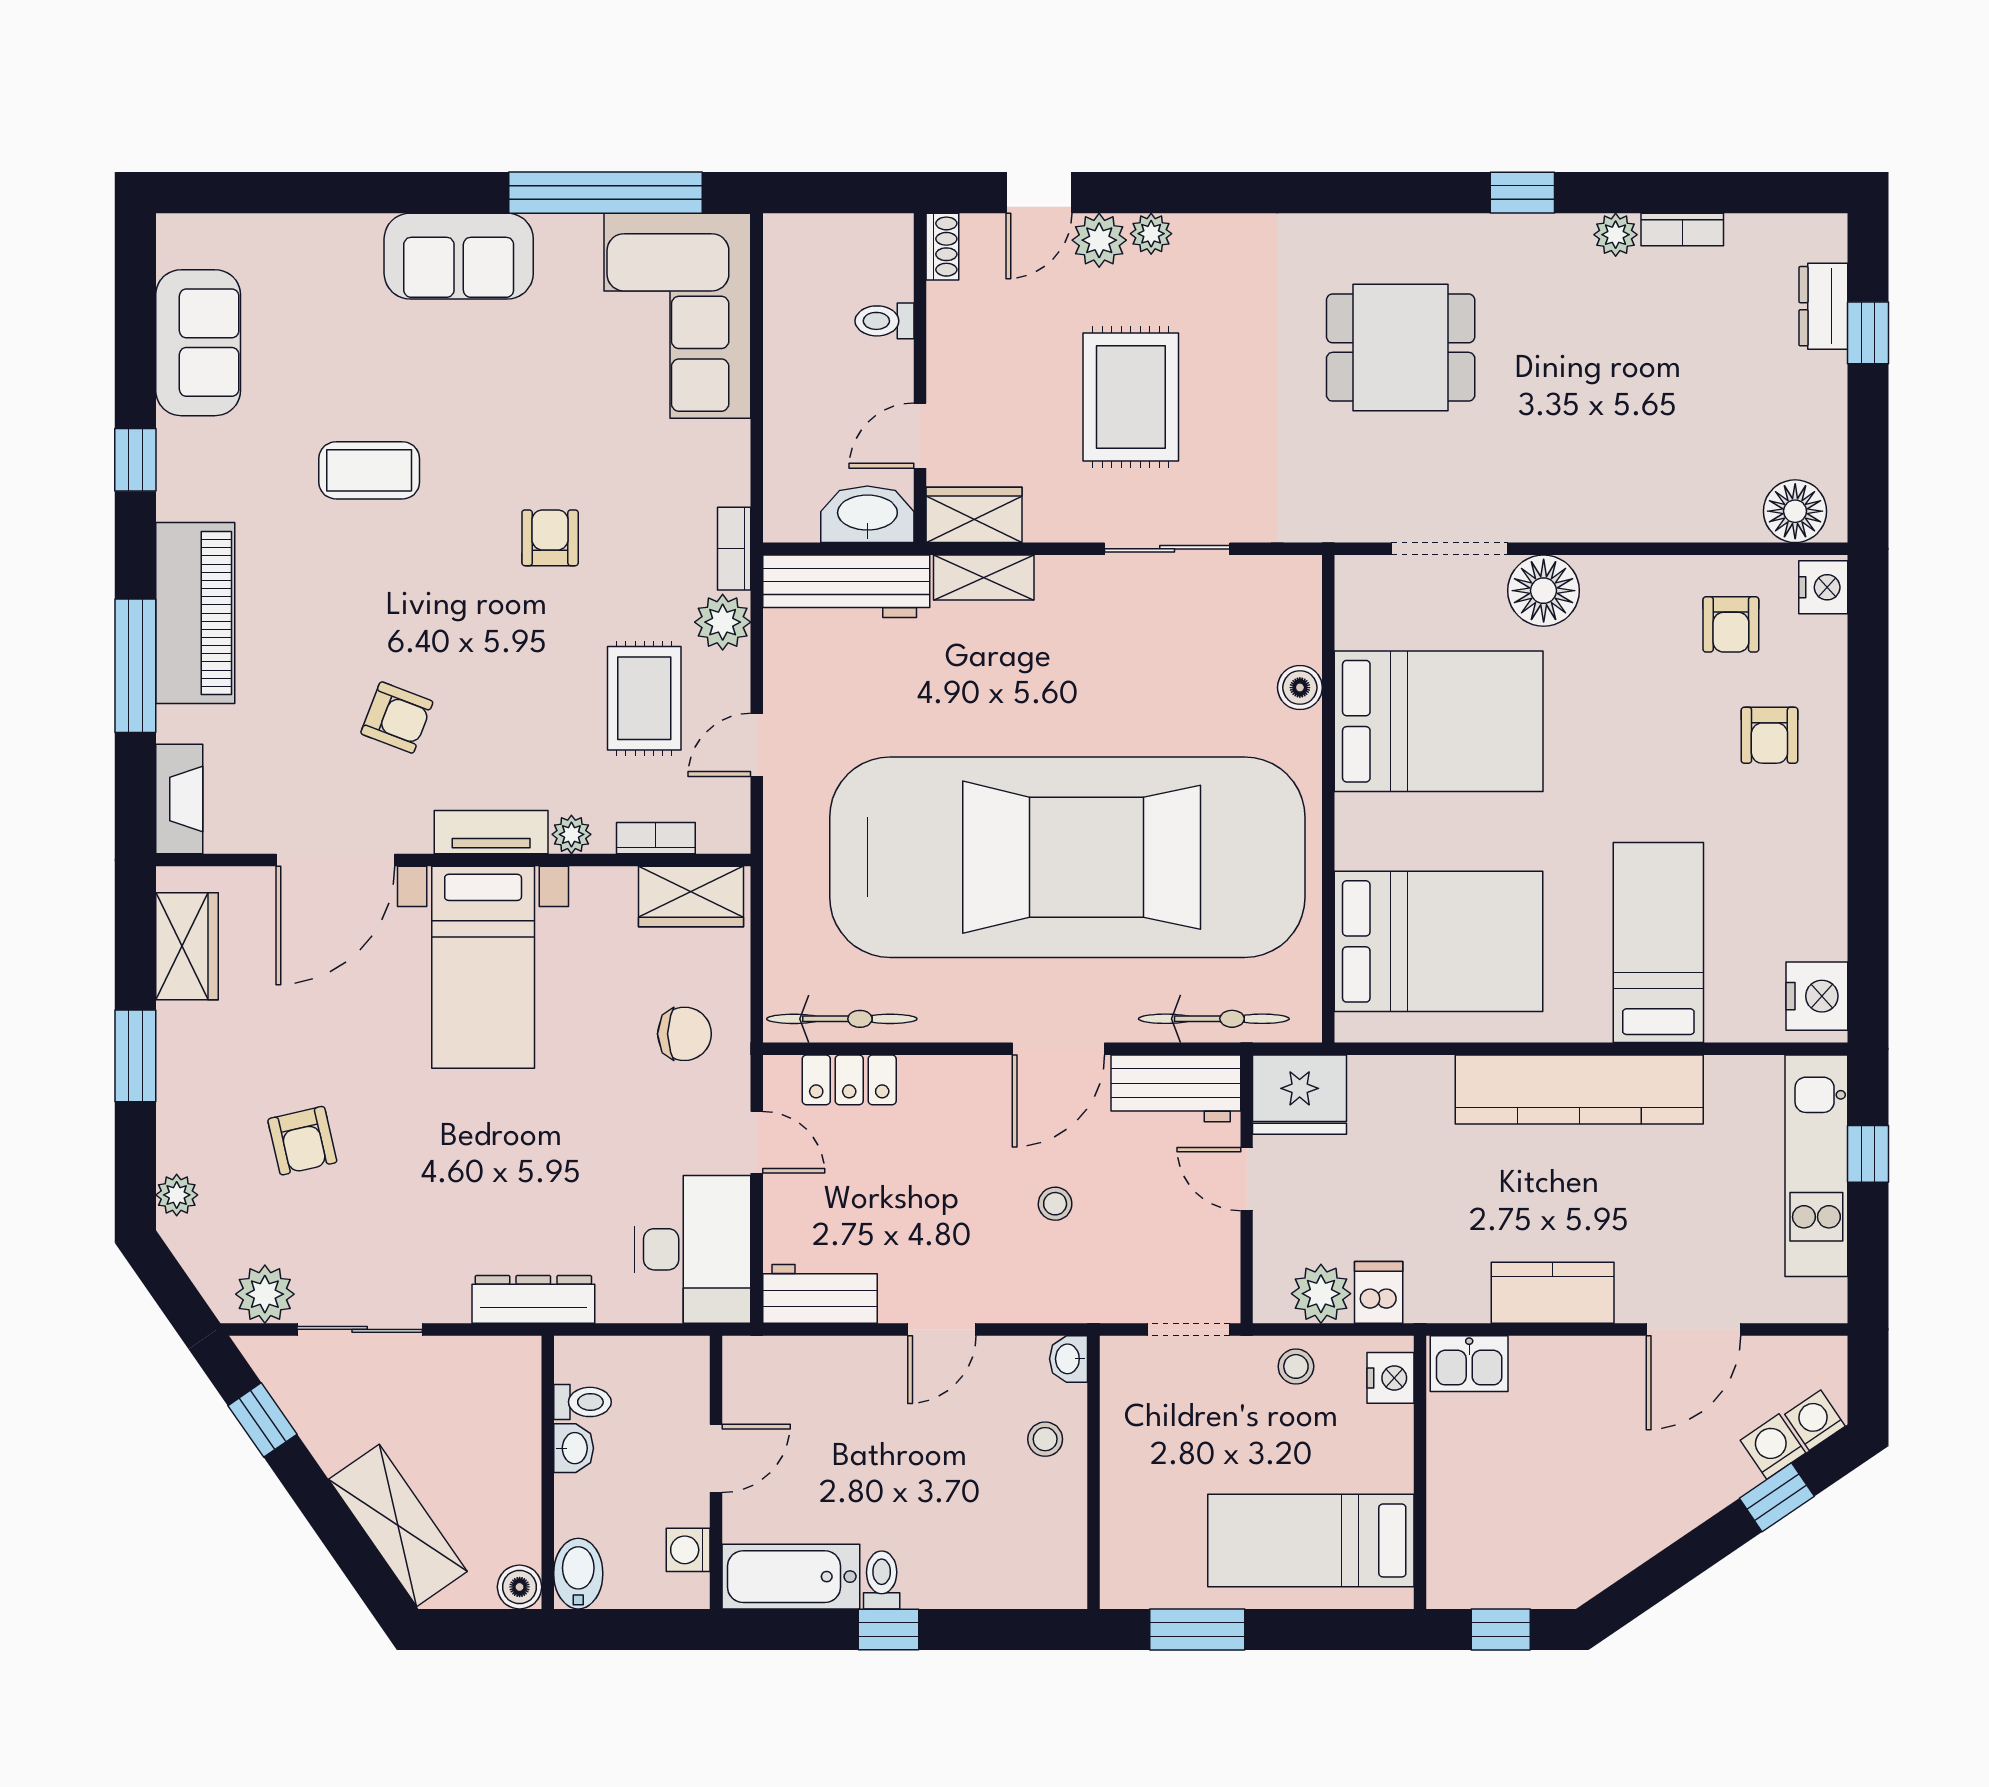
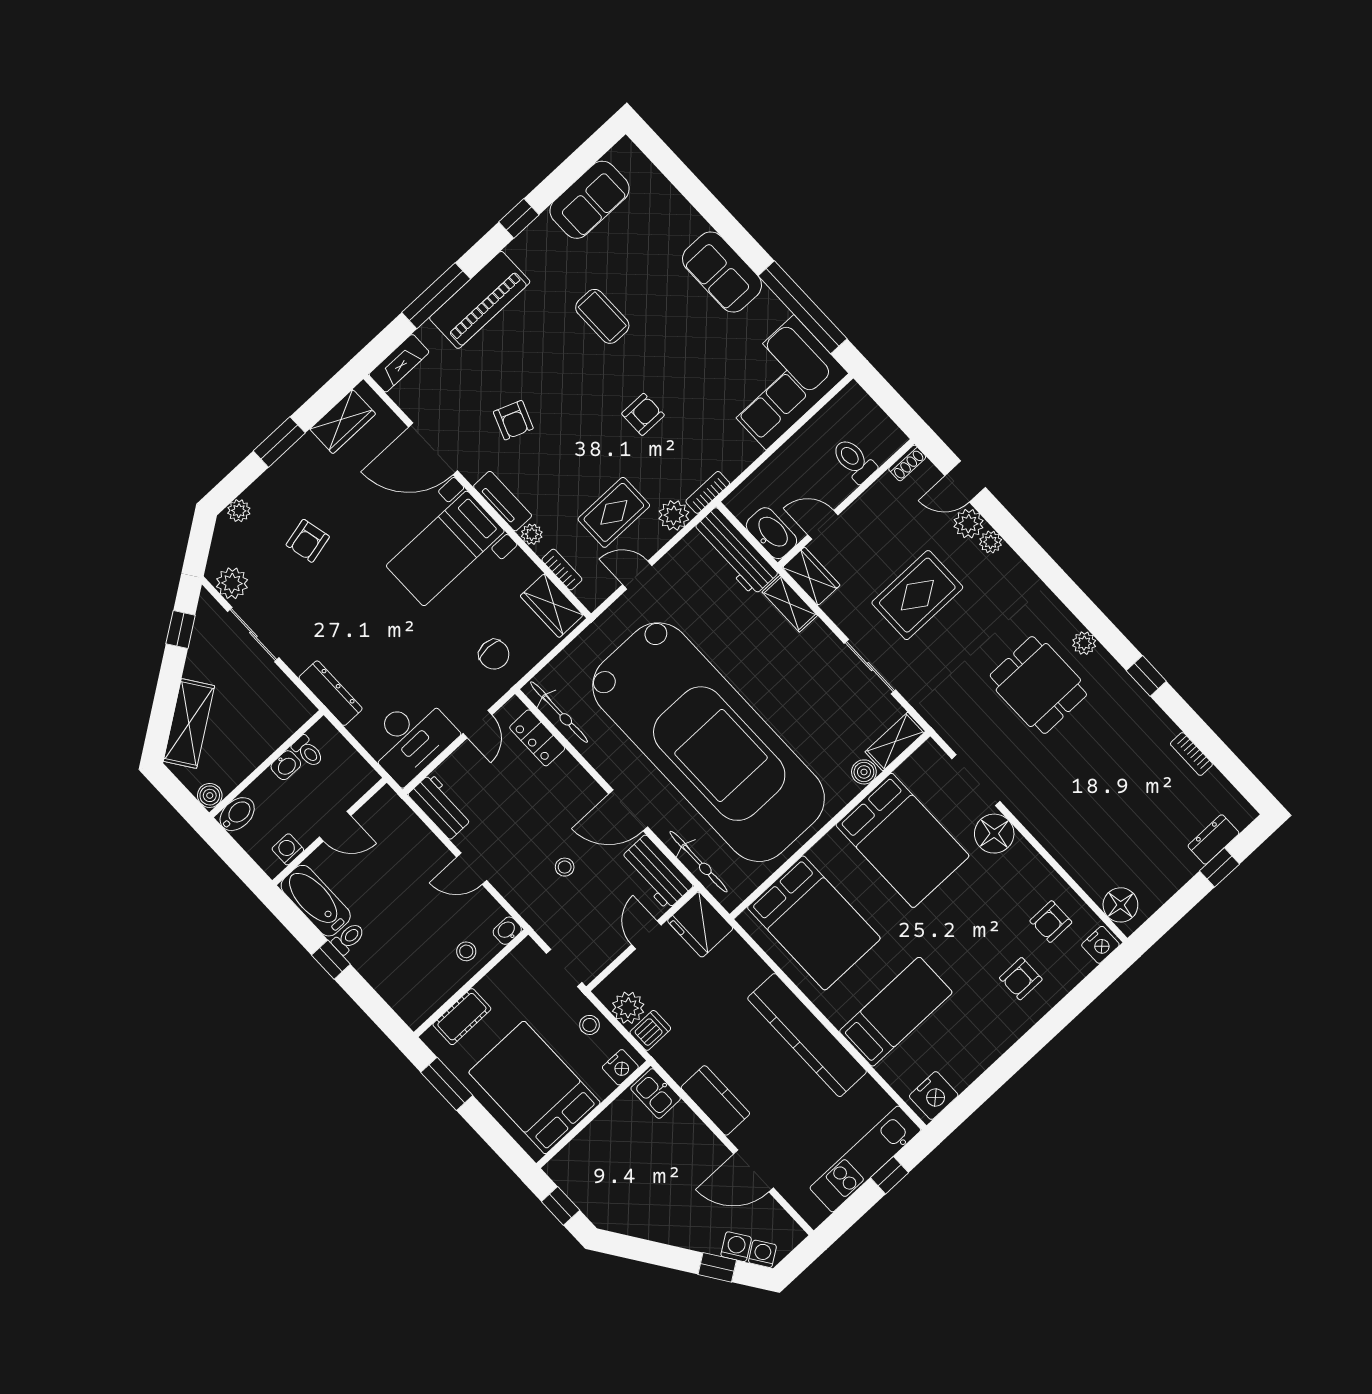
plant: (1616, 235) -> (1084, 643), moved
toilet: (885, 321) -> (854, 460), width x1.37, depth x1.39
shelving: (1298, 608) -> (895, 742), added
cot: (1127, 1526) -> (462, 1017), added
bed: (1311, 1540) -> (535, 1088), width x1.50

